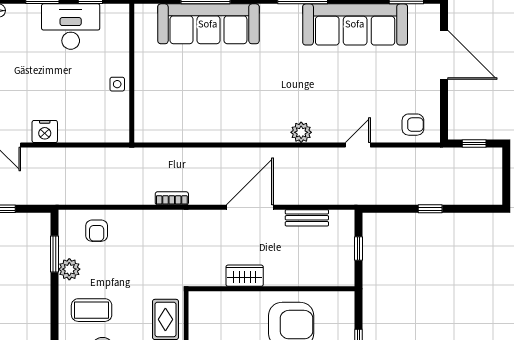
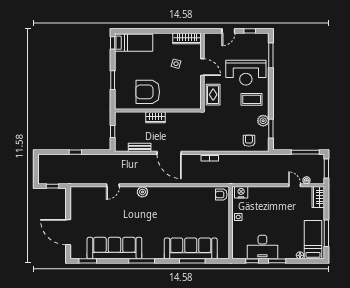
armchair: (413, 125) -> (221, 195), moved
nightstand: (45, 131) -> (241, 192), moved
door: (250, 207) -> (169, 153), hinge flipped
wardrobe: (245, 276) -> (156, 117), moved

